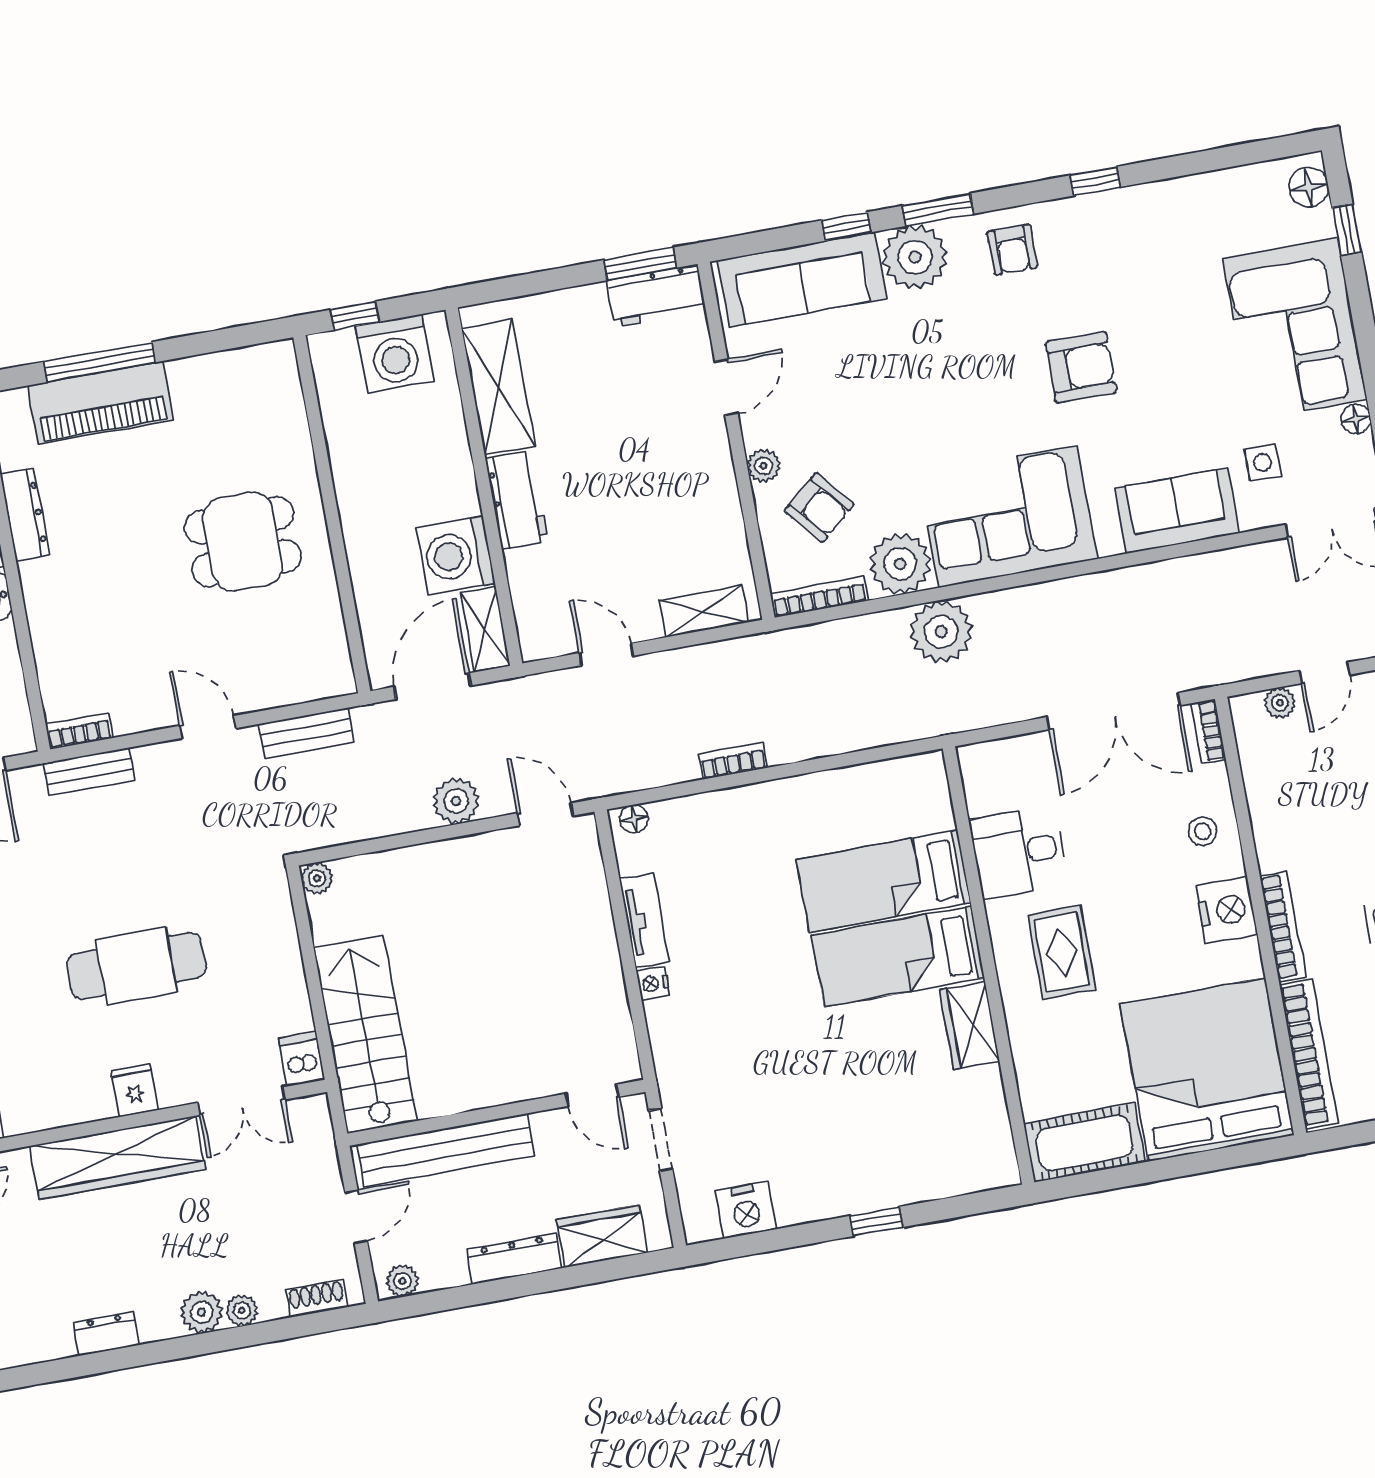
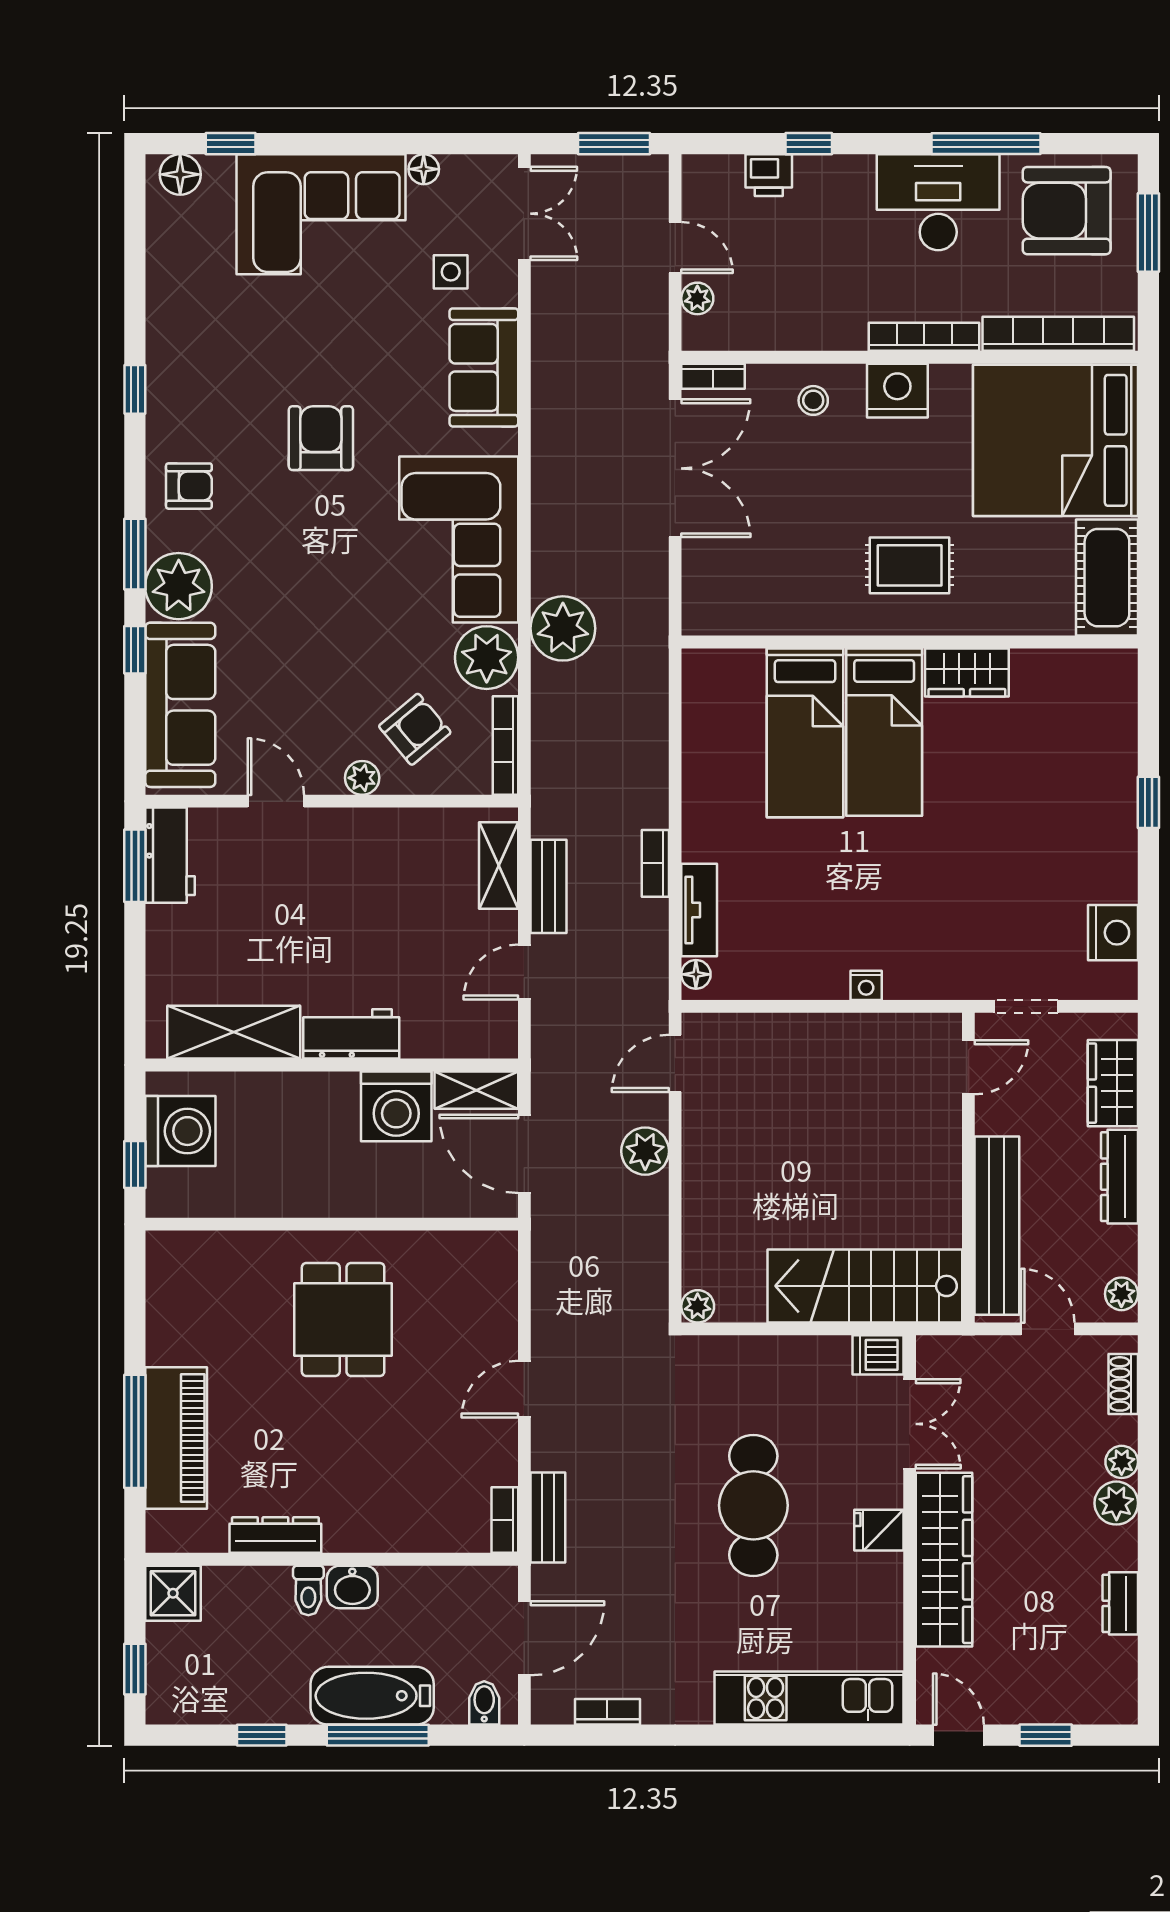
bench: (306, 733) -> (548, 886), moved
desk: (1019, 852) -> (801, 591), removed
tv unit: (644, 920) -> (699, 910), moved, turned 90

